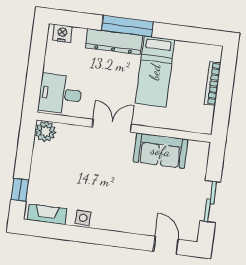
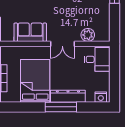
bed: (155, 72) -> (35, 81), width x1.50
plant: (45, 131) -> (88, 35), moved

